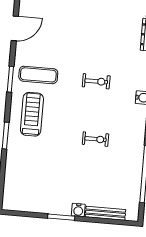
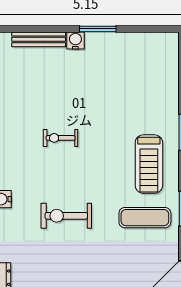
exercise bike: (96, 81) -> (66, 216), width x1.38, depth x1.39

